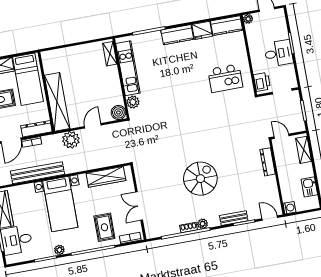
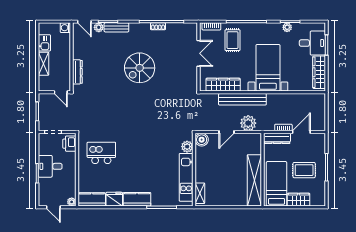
shelving: (57, 102) -> (254, 180), moved
shelving: (304, 150) -> (43, 64), moved
bench: (37, 173) -> (242, 99), moved
plant: (203, 224) -> (99, 27), moved
plant: (59, 250) -> (287, 27), moved

